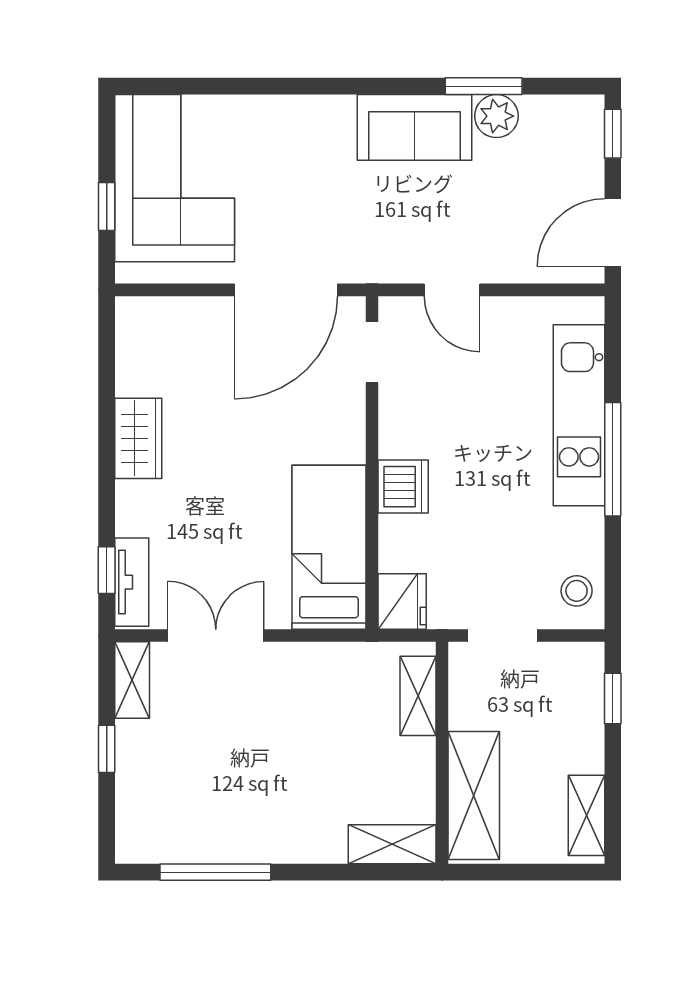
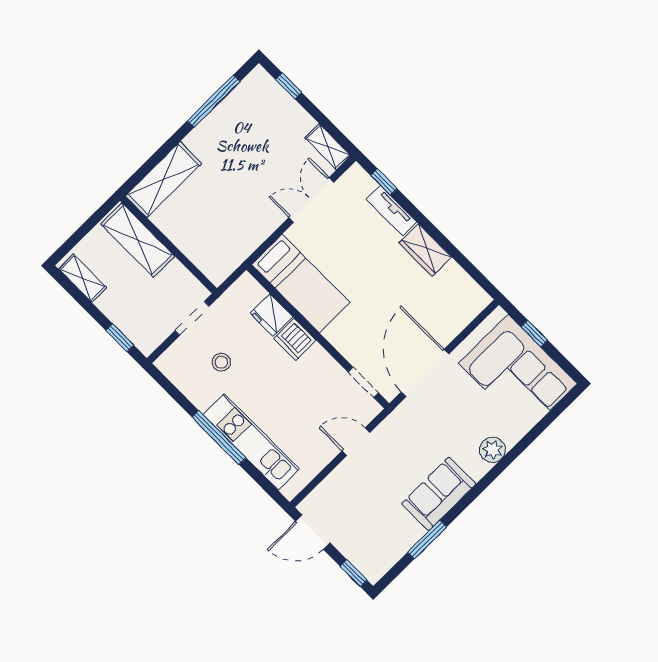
plant: (496, 116) -> (493, 450), moved
door: (613, 233) -> (313, 532), swing flipped
tv unit: (132, 582) -> (392, 211), moved
stool: (577, 591) -> (221, 362), moved
fridge: (402, 602) -> (271, 315), moved
double door: (216, 636) -> (311, 200), swing flipped
shelving: (418, 696) -> (202, 258), removed
window: (107, 749) -> (289, 86), moved
shelving: (392, 844) -> (163, 180), width x1.50, depth x1.33

